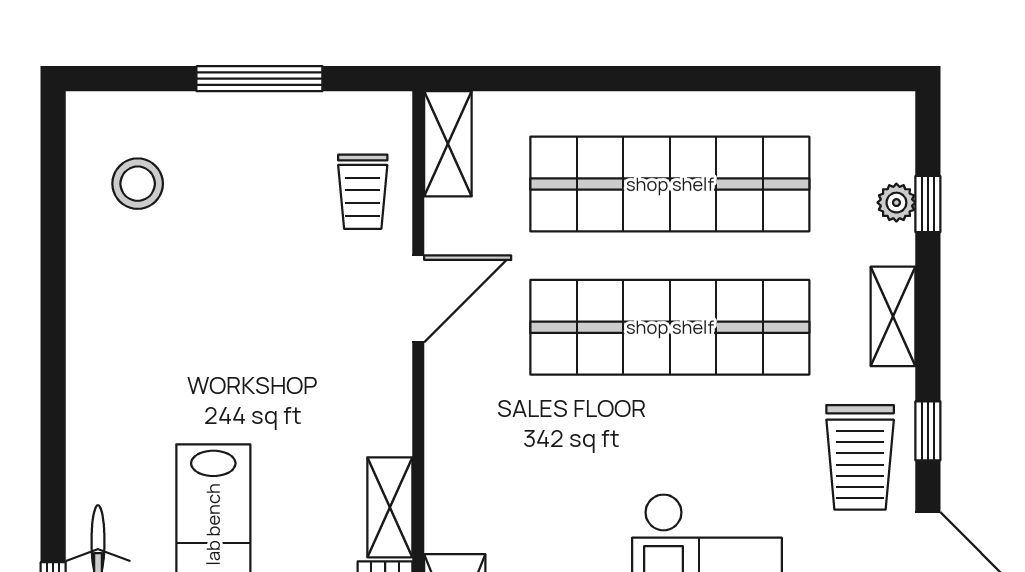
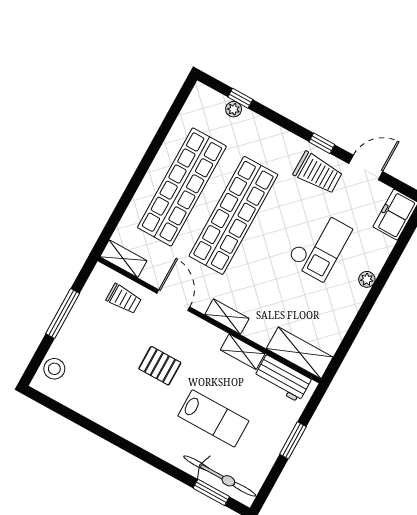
stool: (138, 184) -> (54, 369), moved
shelving: (893, 316) -> (227, 316), moved
pallet: (263, 347) -> (160, 366), added

